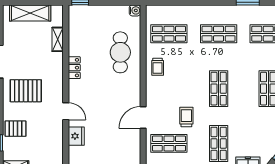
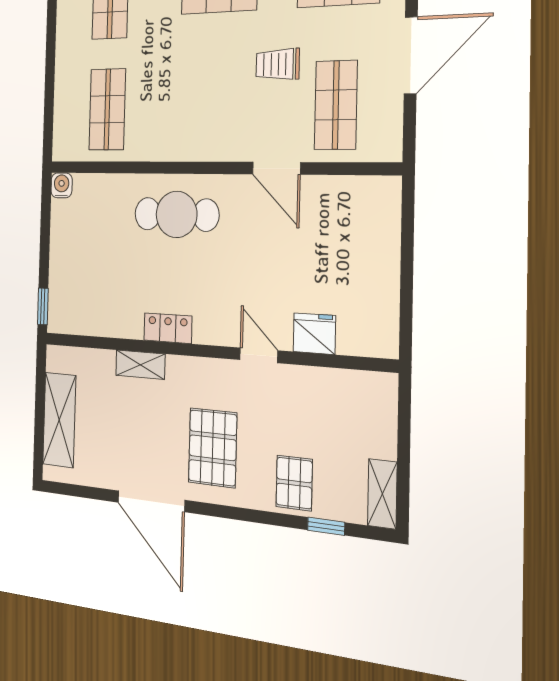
shelving: (58, 39) -> (140, 365), moved
cafe table: (120, 52) -> (177, 214), moved
trolley: (158, 67) -> (171, 134), removed
door: (66, 111) -> (259, 355), hinge flipped

